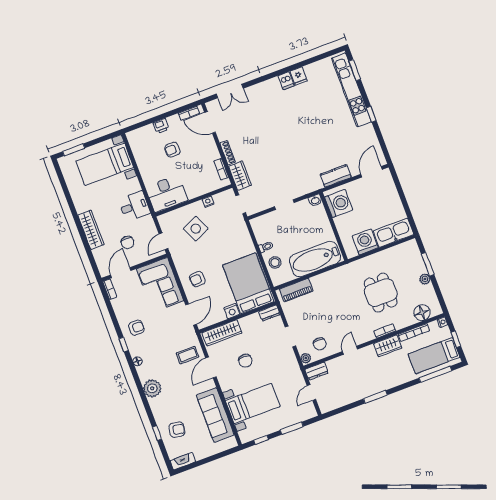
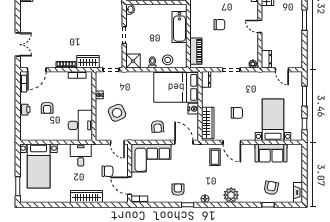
shower: (259, 225) -> (133, 61), added
bathtub: (315, 259) -> (179, 27), width x0.73, depth x0.73
chair: (320, 344) -> (219, 25), moved
sofa: (215, 415) -> (271, 153), width x0.73

